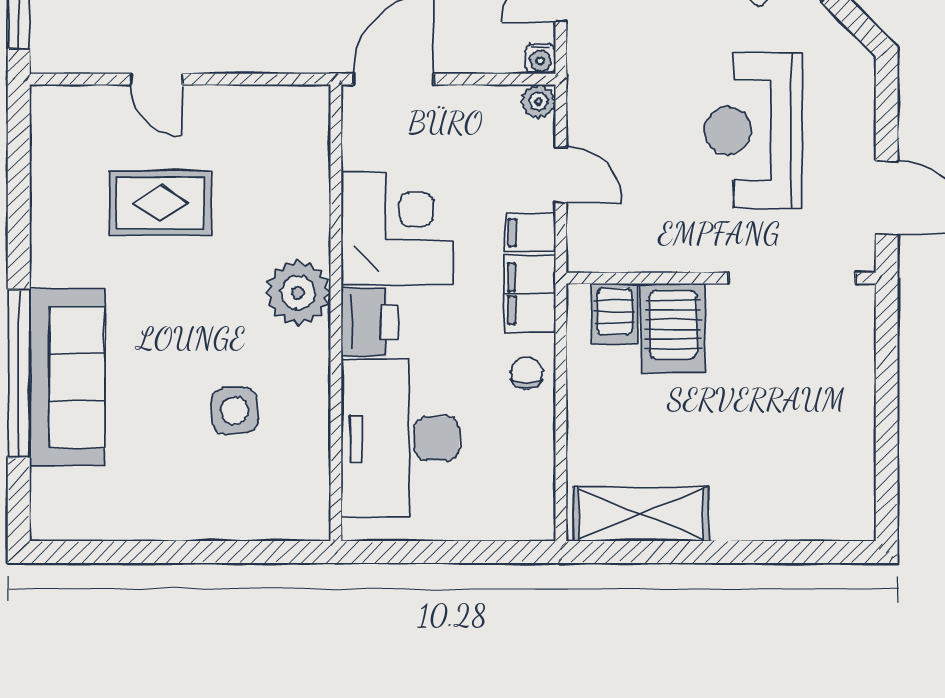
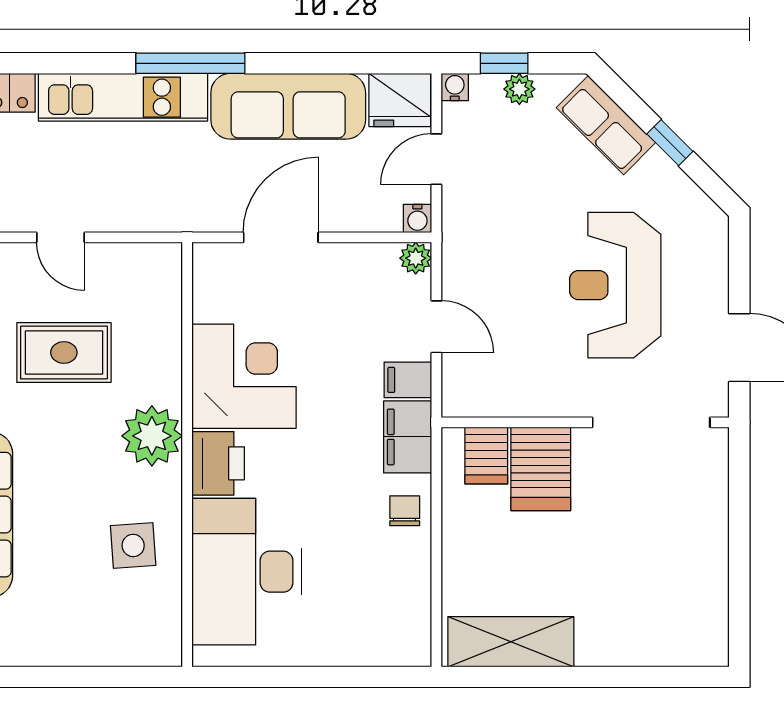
corner desk: (397, 228) -> (244, 376), moved
plant: (298, 293) -> (152, 436), moved
wall: (336, 313) -> (187, 455), moved
printer: (369, 322) -> (218, 463), moved
desk: (400, 439) -> (247, 572), moved

